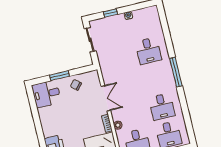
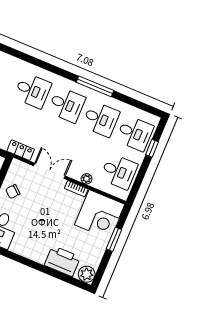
locker: (105, 71) -> (21, 150), added
window: (176, 72) -> (95, 86), moved
desk: (155, 79) -> (67, 105), added

